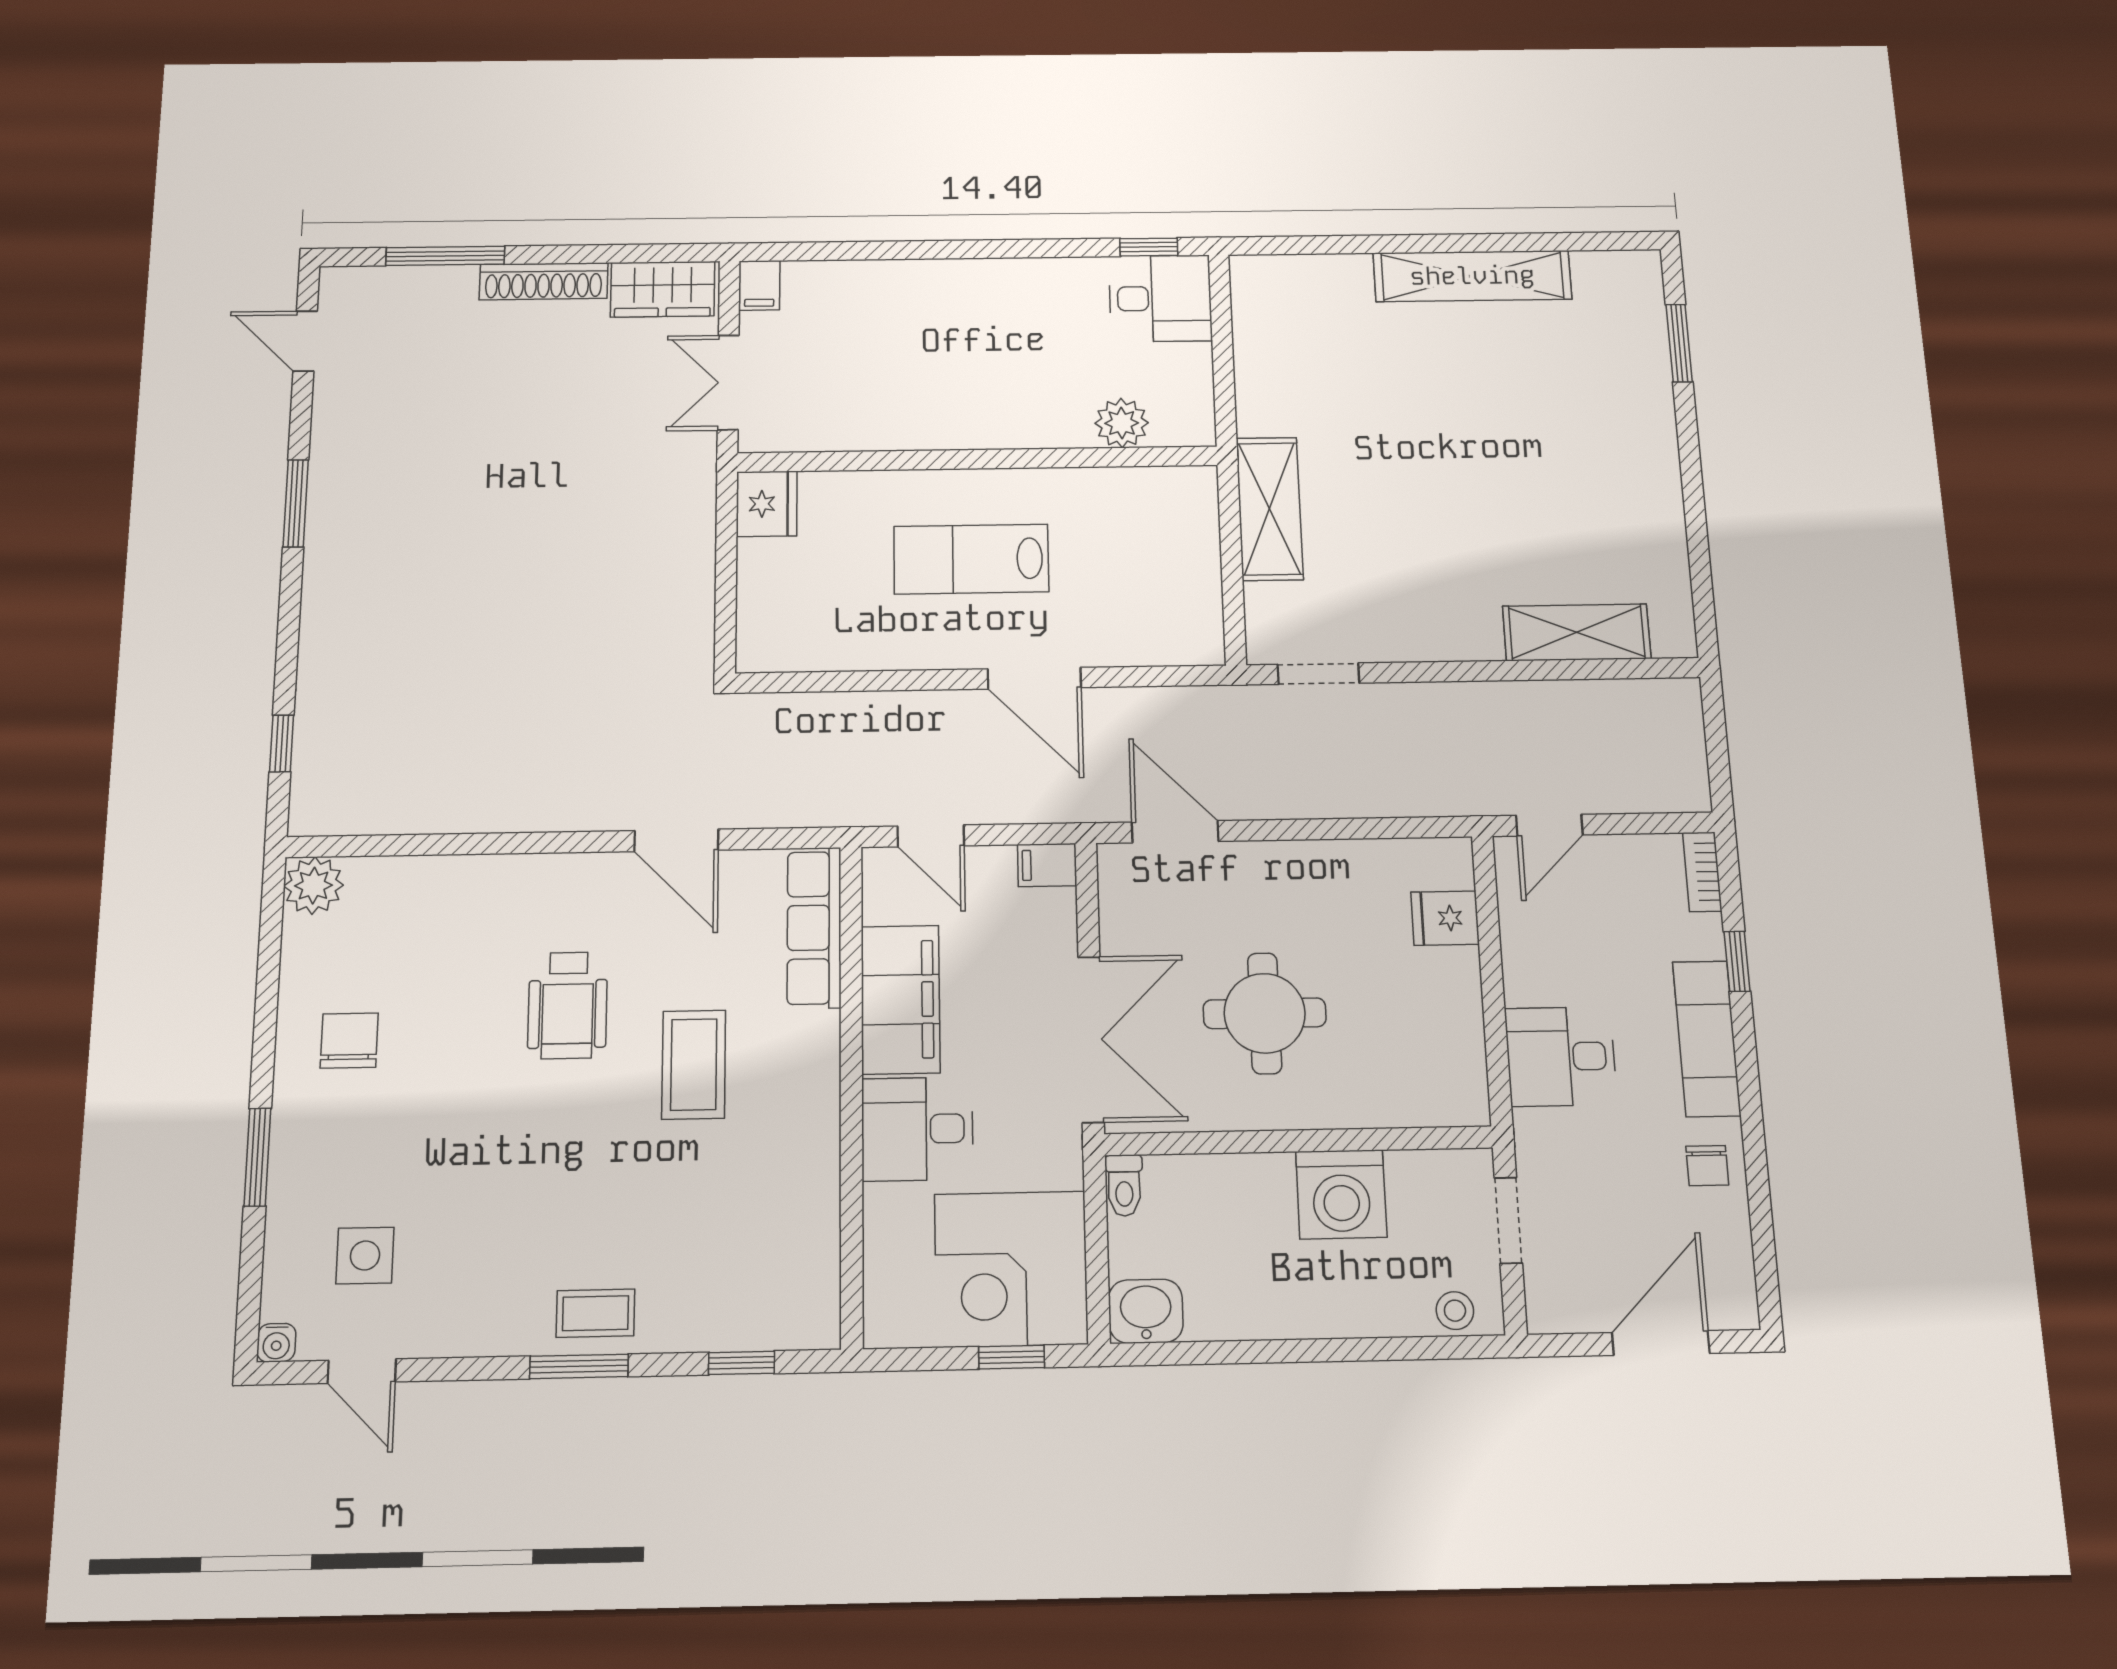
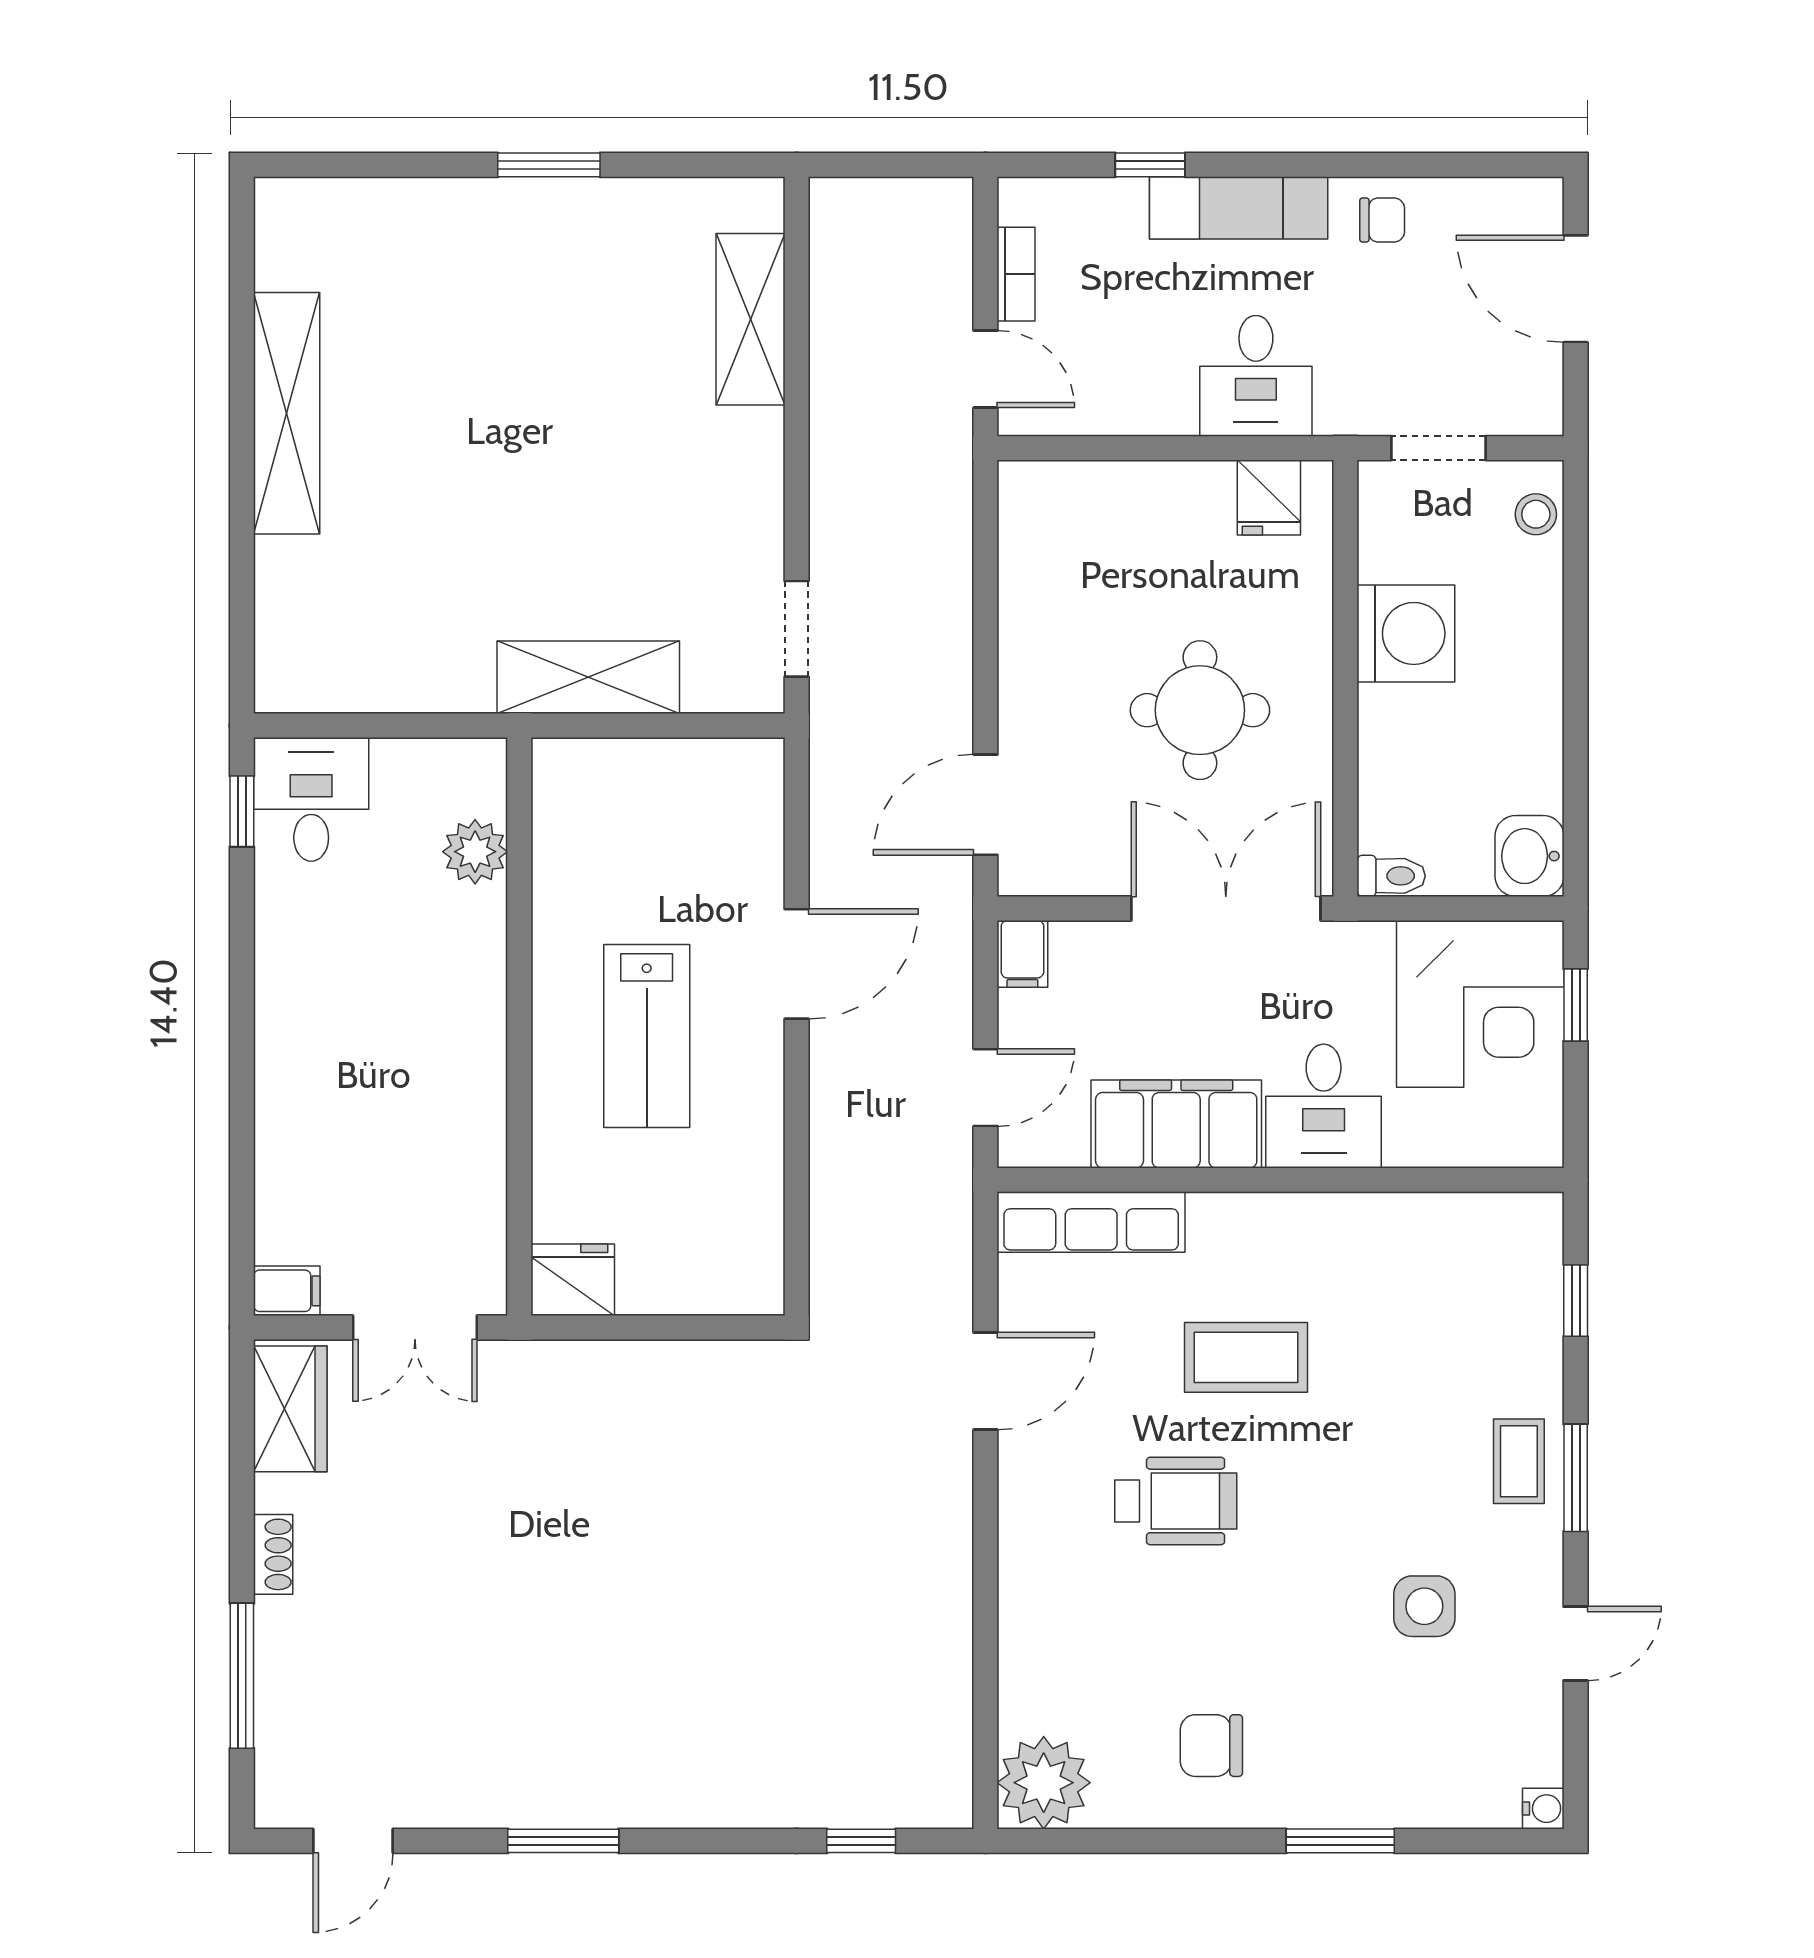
shoe rack: (544, 281) -> (273, 1554), width x0.51, depth x0.81
window: (1679, 343) -> (549, 165), moved
bookcase: (1702, 872) -> (1016, 274), moved, turned -90
plant: (314, 886) -> (1044, 1783), width x1.36, depth x1.36
fridge: (1445, 918) -> (1269, 498), moved
side table: (365, 1256) -> (1424, 1606), moved
door: (362, 1371) -> (1576, 1643), moved

